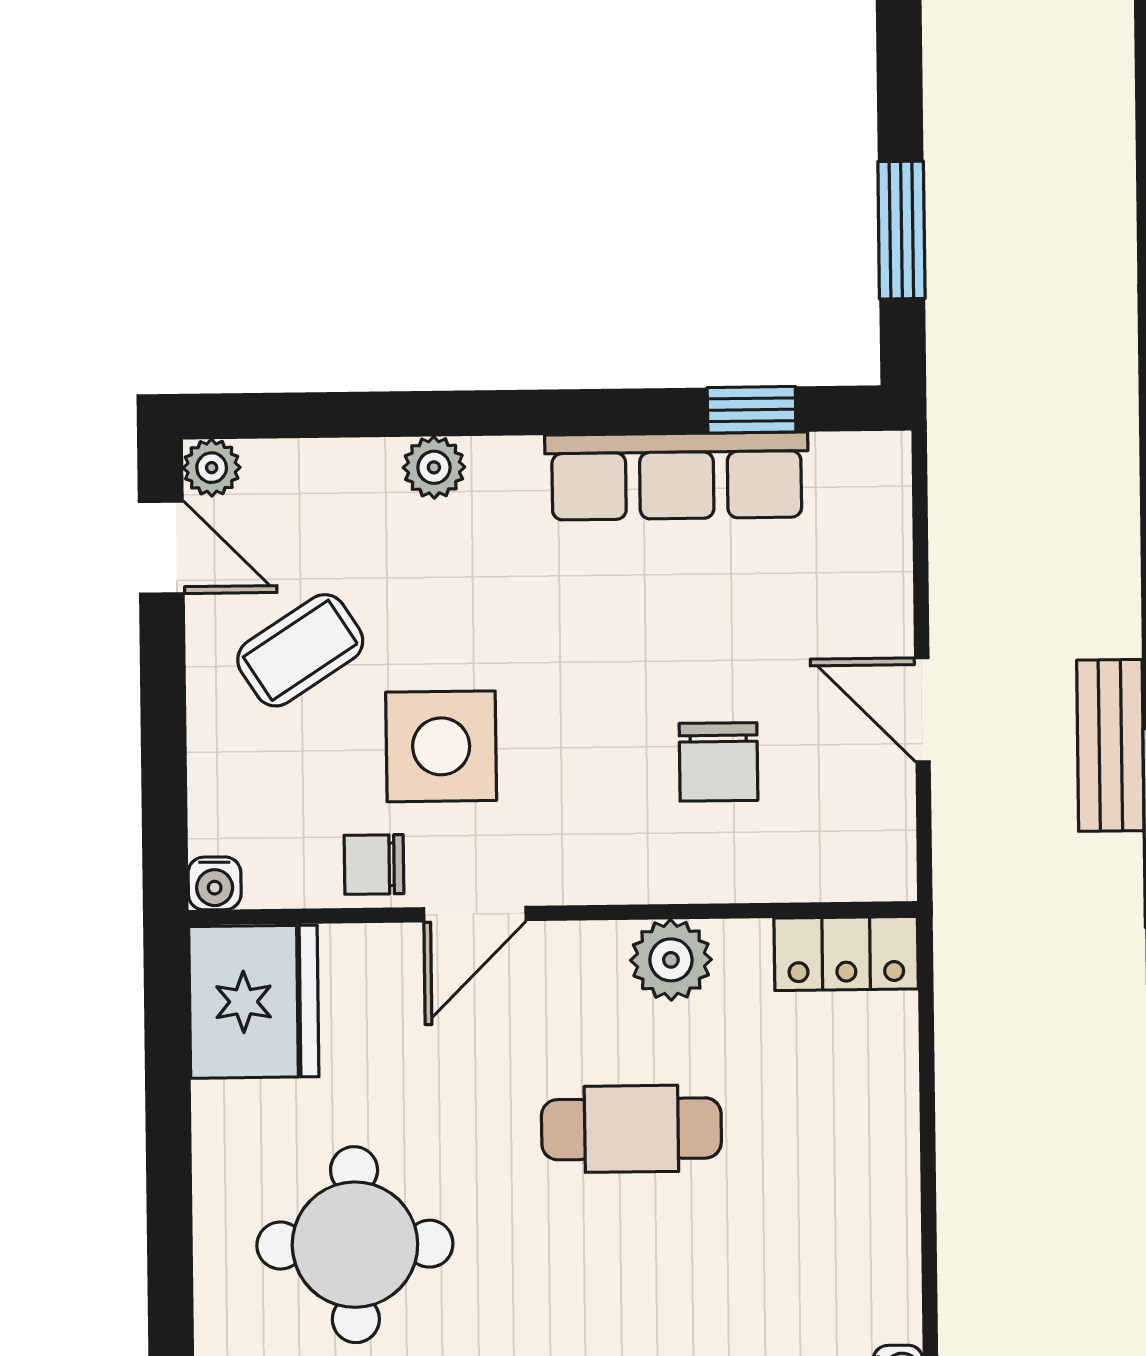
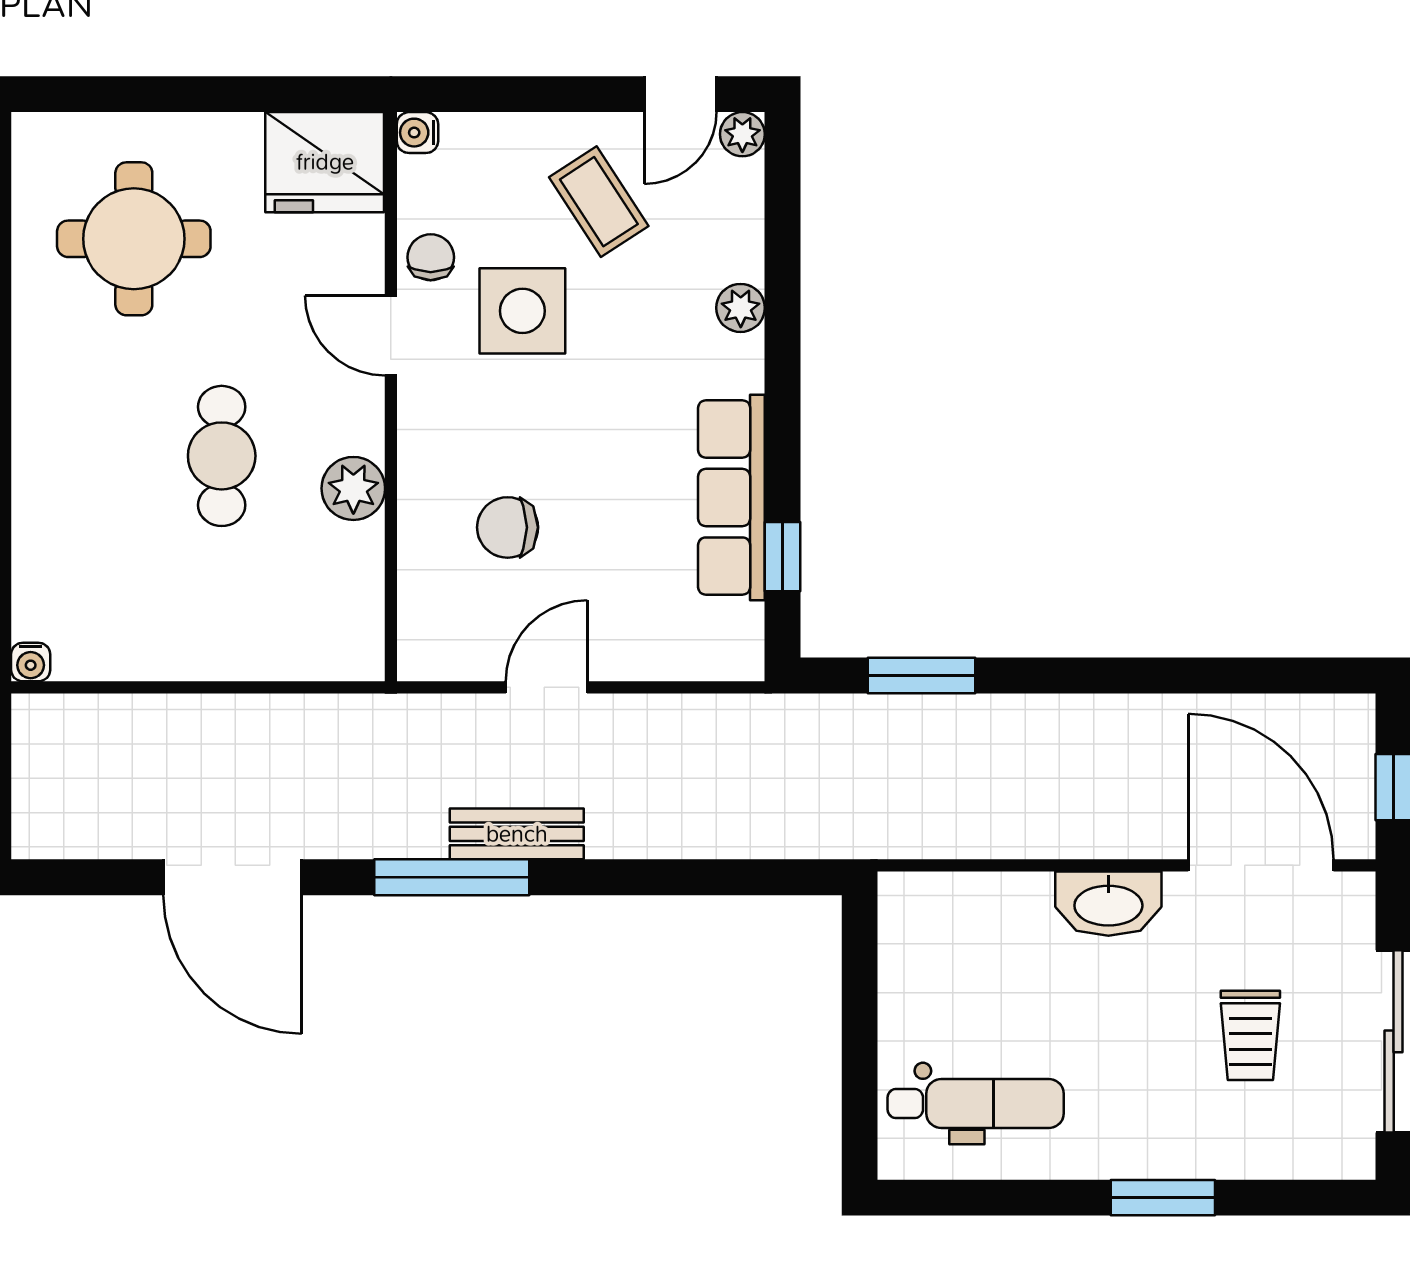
locker: (846, 953) -> (357, 625), removed

